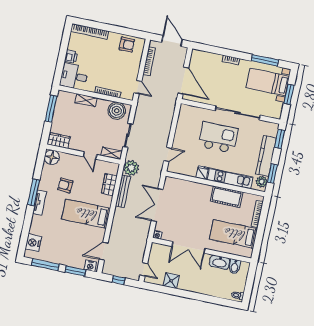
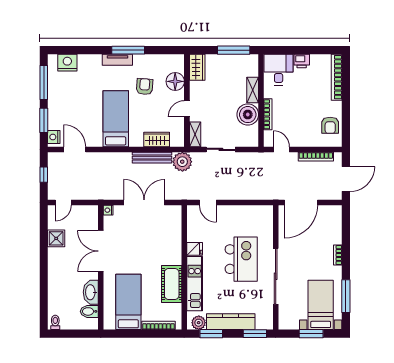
door: (138, 87) -> (282, 149), swing flipped
boiler: (117, 111) -> (248, 115), moved
floor lamp: (52, 157) -> (175, 81), moved

